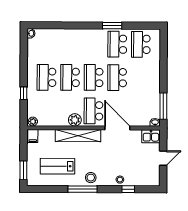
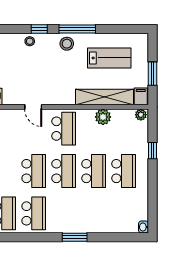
window: (112, 26) -> (75, 237), moved
plant: (75, 120) -> (103, 117), moved
door: (117, 128) -> (33, 107), width x0.53
shelving: (78, 136) -> (104, 97), moved
window: (23, 170) -> (153, 74), moved
window: (128, 189) -> (39, 29), moved

